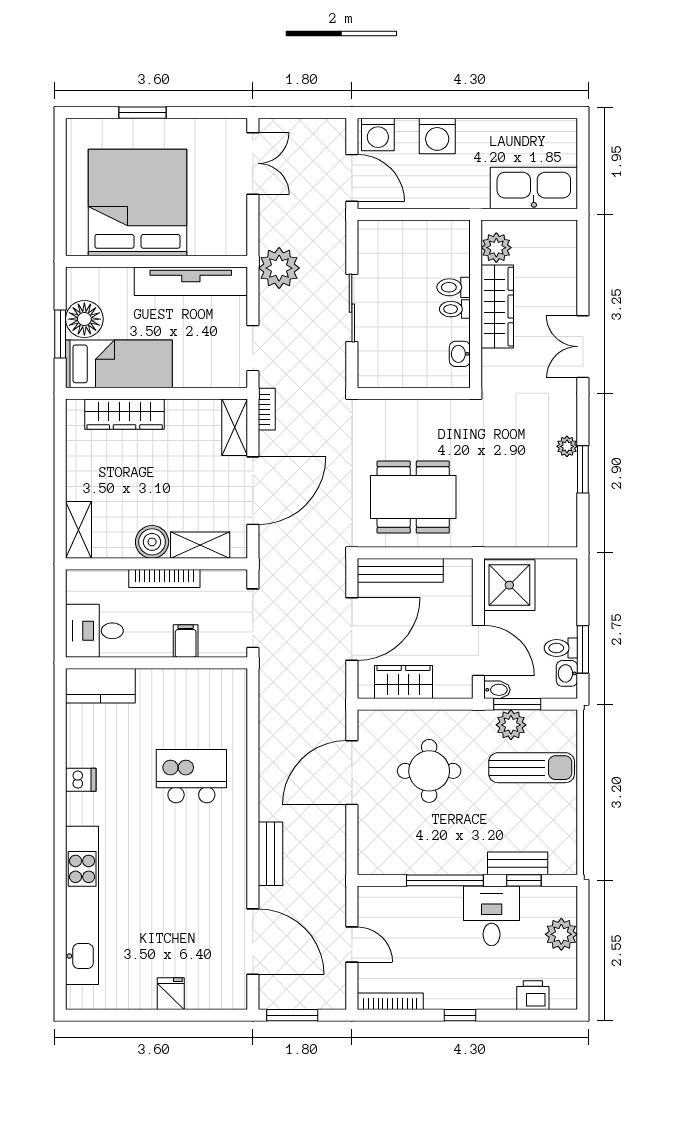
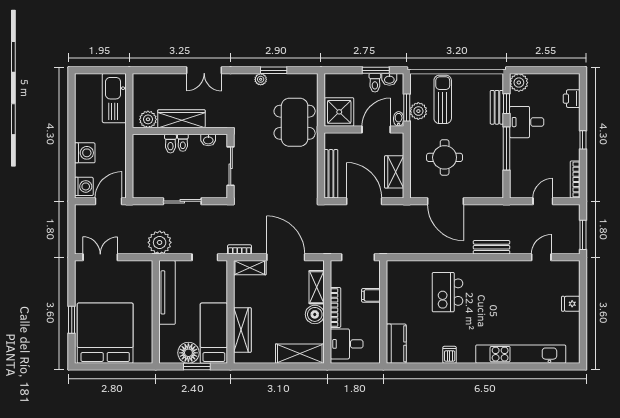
bed: (137, 202) -> (105, 333), moved, turned 90
sliding door: (414, 393) -> (231, 166), added
dining table: (413, 497) -> (295, 122), moved
shelving: (79, 530) -> (300, 354), width x1.50, depth x1.33
desk: (94, 631) -> (347, 344), moved, turned 90
plant: (561, 934) -> (519, 83), moved
door: (253, 942) -> (541, 257), width x0.53

